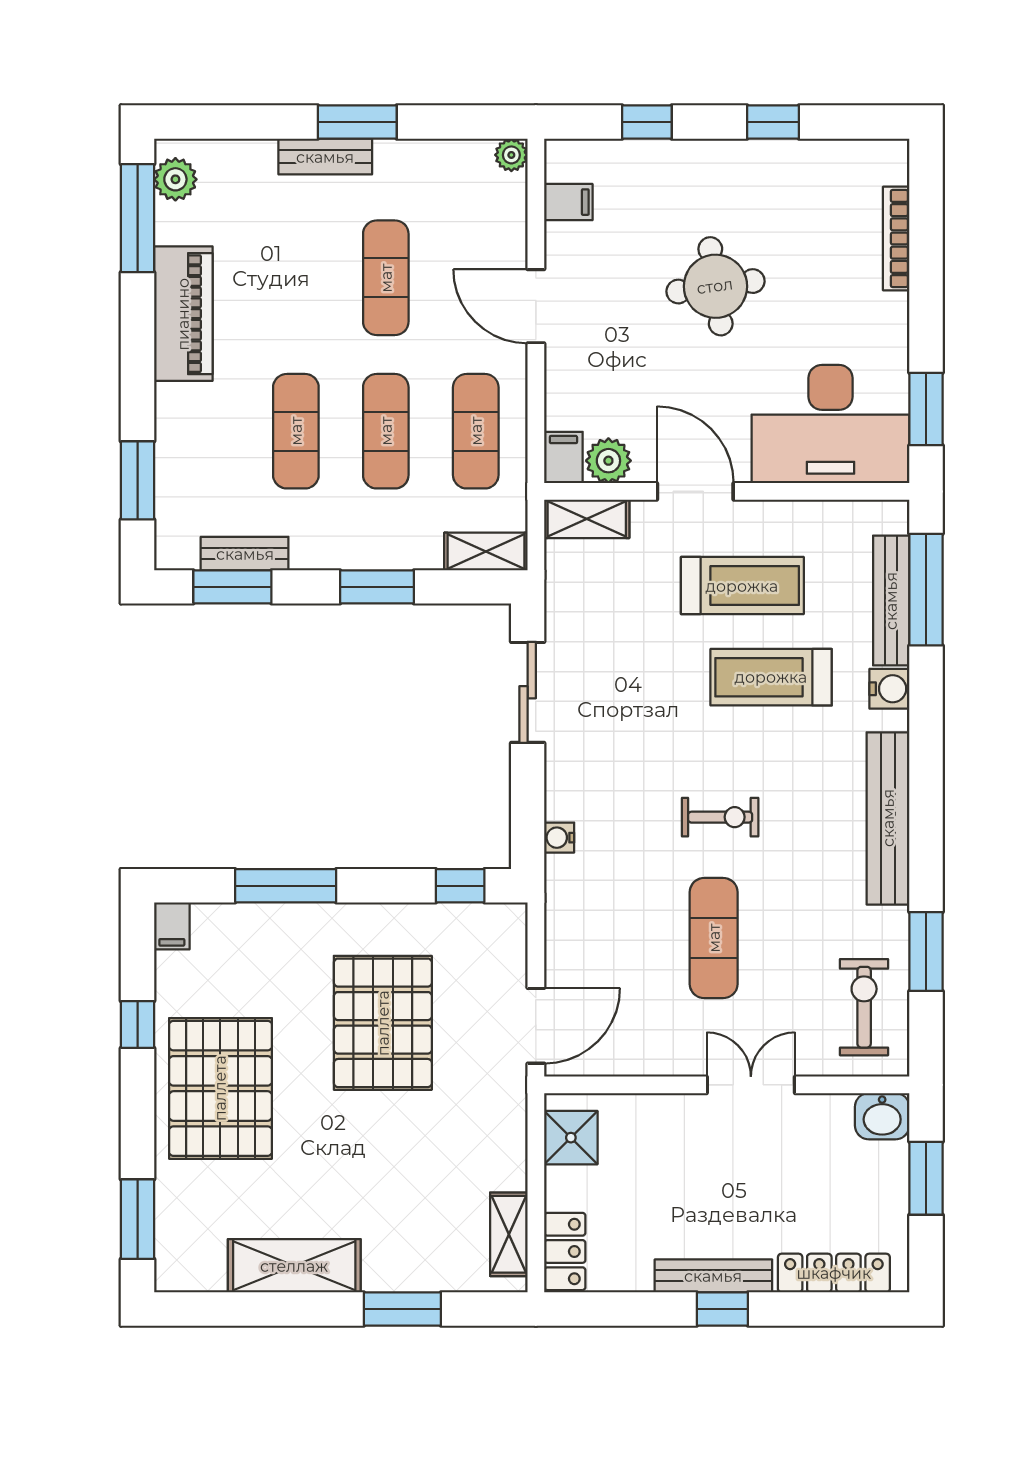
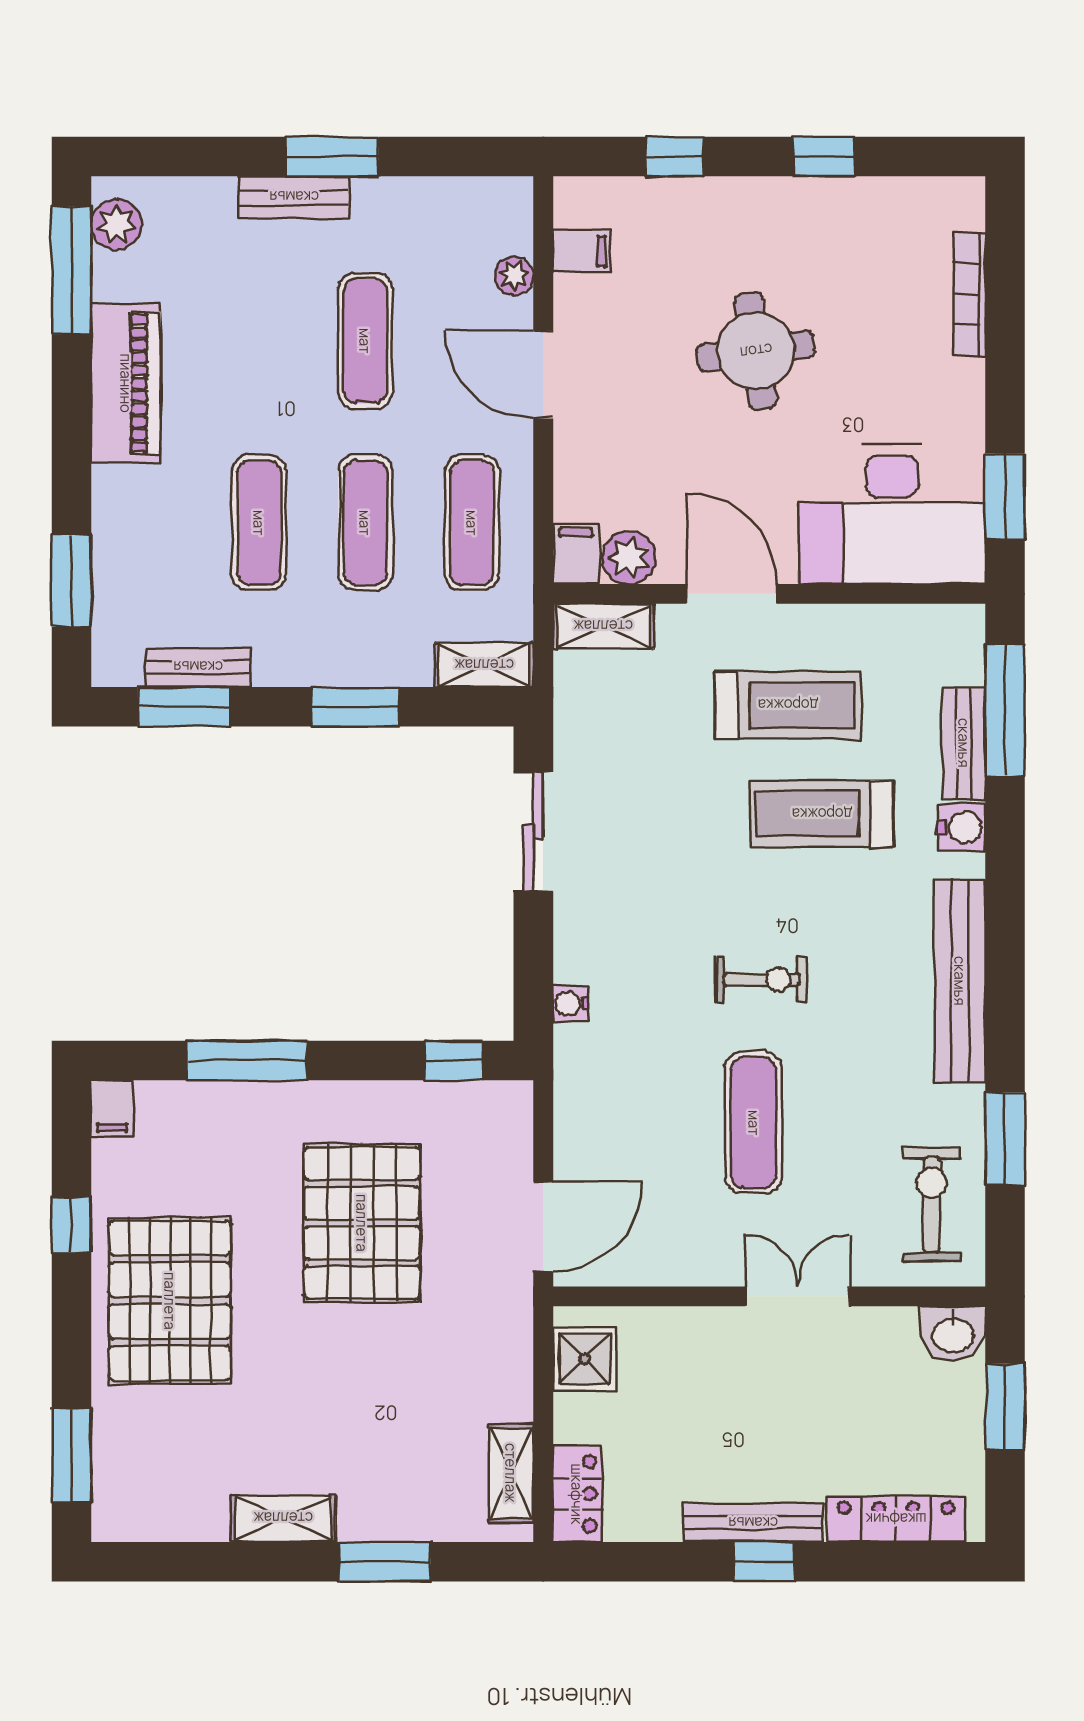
plant: (511, 155) -> (514, 276), moved
bench: (891, 601) -> (964, 743), width x0.73
shelving: (294, 1266) -> (283, 1518), width x0.67, depth x0.75

